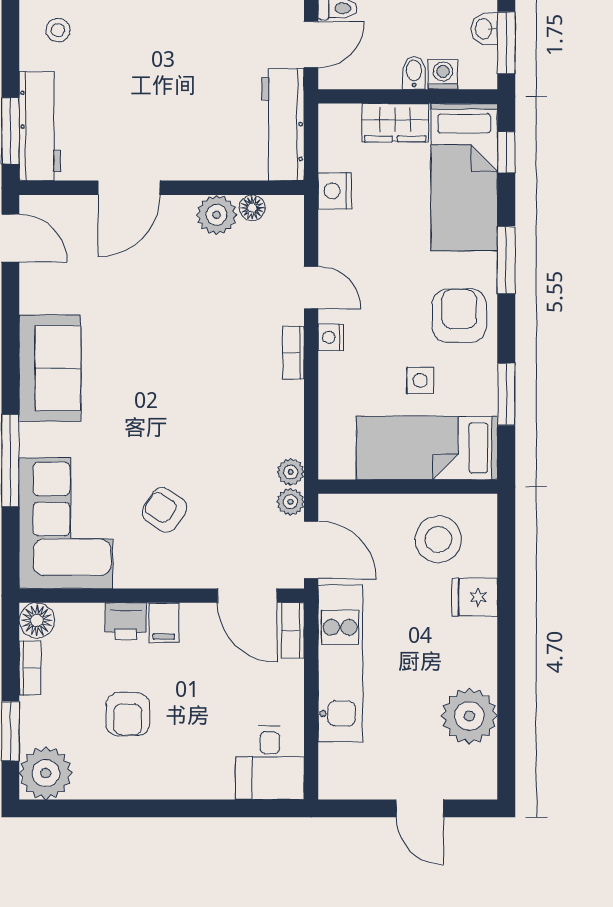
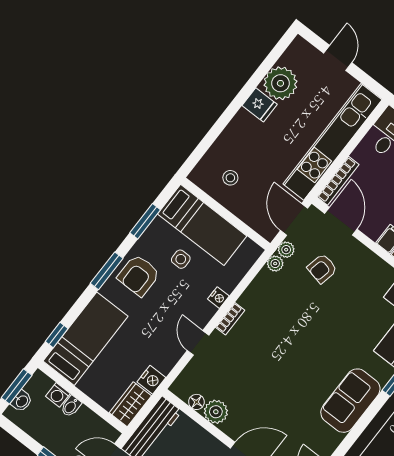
wardrobe: (395, 123) -> (130, 404), moved, turned -90
window: (506, 260) -> (107, 271), moved
nightstand: (331, 337) -> (218, 298), moved
armchair: (164, 510) -> (322, 268), moved, turned 69
stool: (438, 539) -> (230, 178), width x0.53, depth x0.53
fridge: (475, 597) -> (260, 105), moved
bookcase: (293, 631) -> (338, 181), width x1.56
kitchen unit: (340, 663) -> (332, 142), width x1.36

